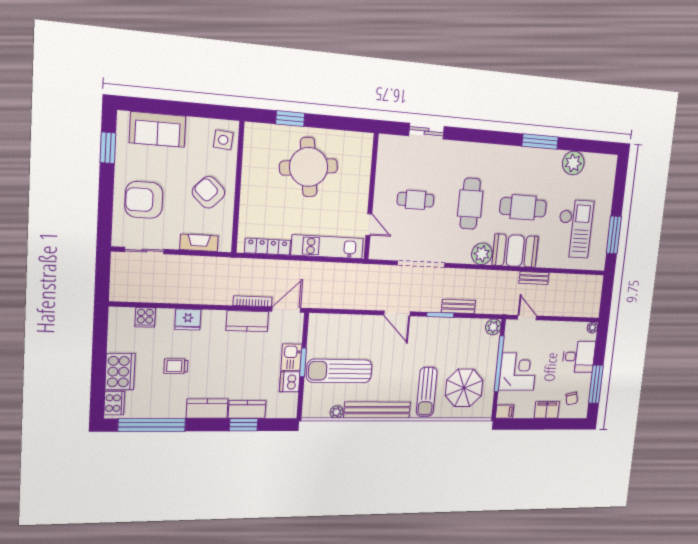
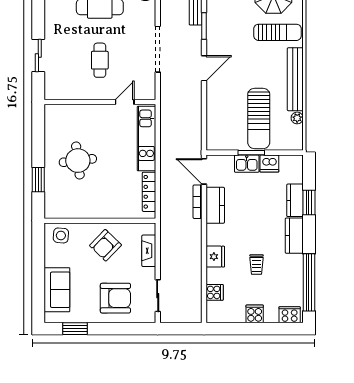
round table: (309, 167) -> (78, 161), width x0.73, depth x0.73
armchair: (144, 200) -> (115, 298), turned -90
cooker: (120, 372) -> (255, 314), width x0.53, depth x0.76

